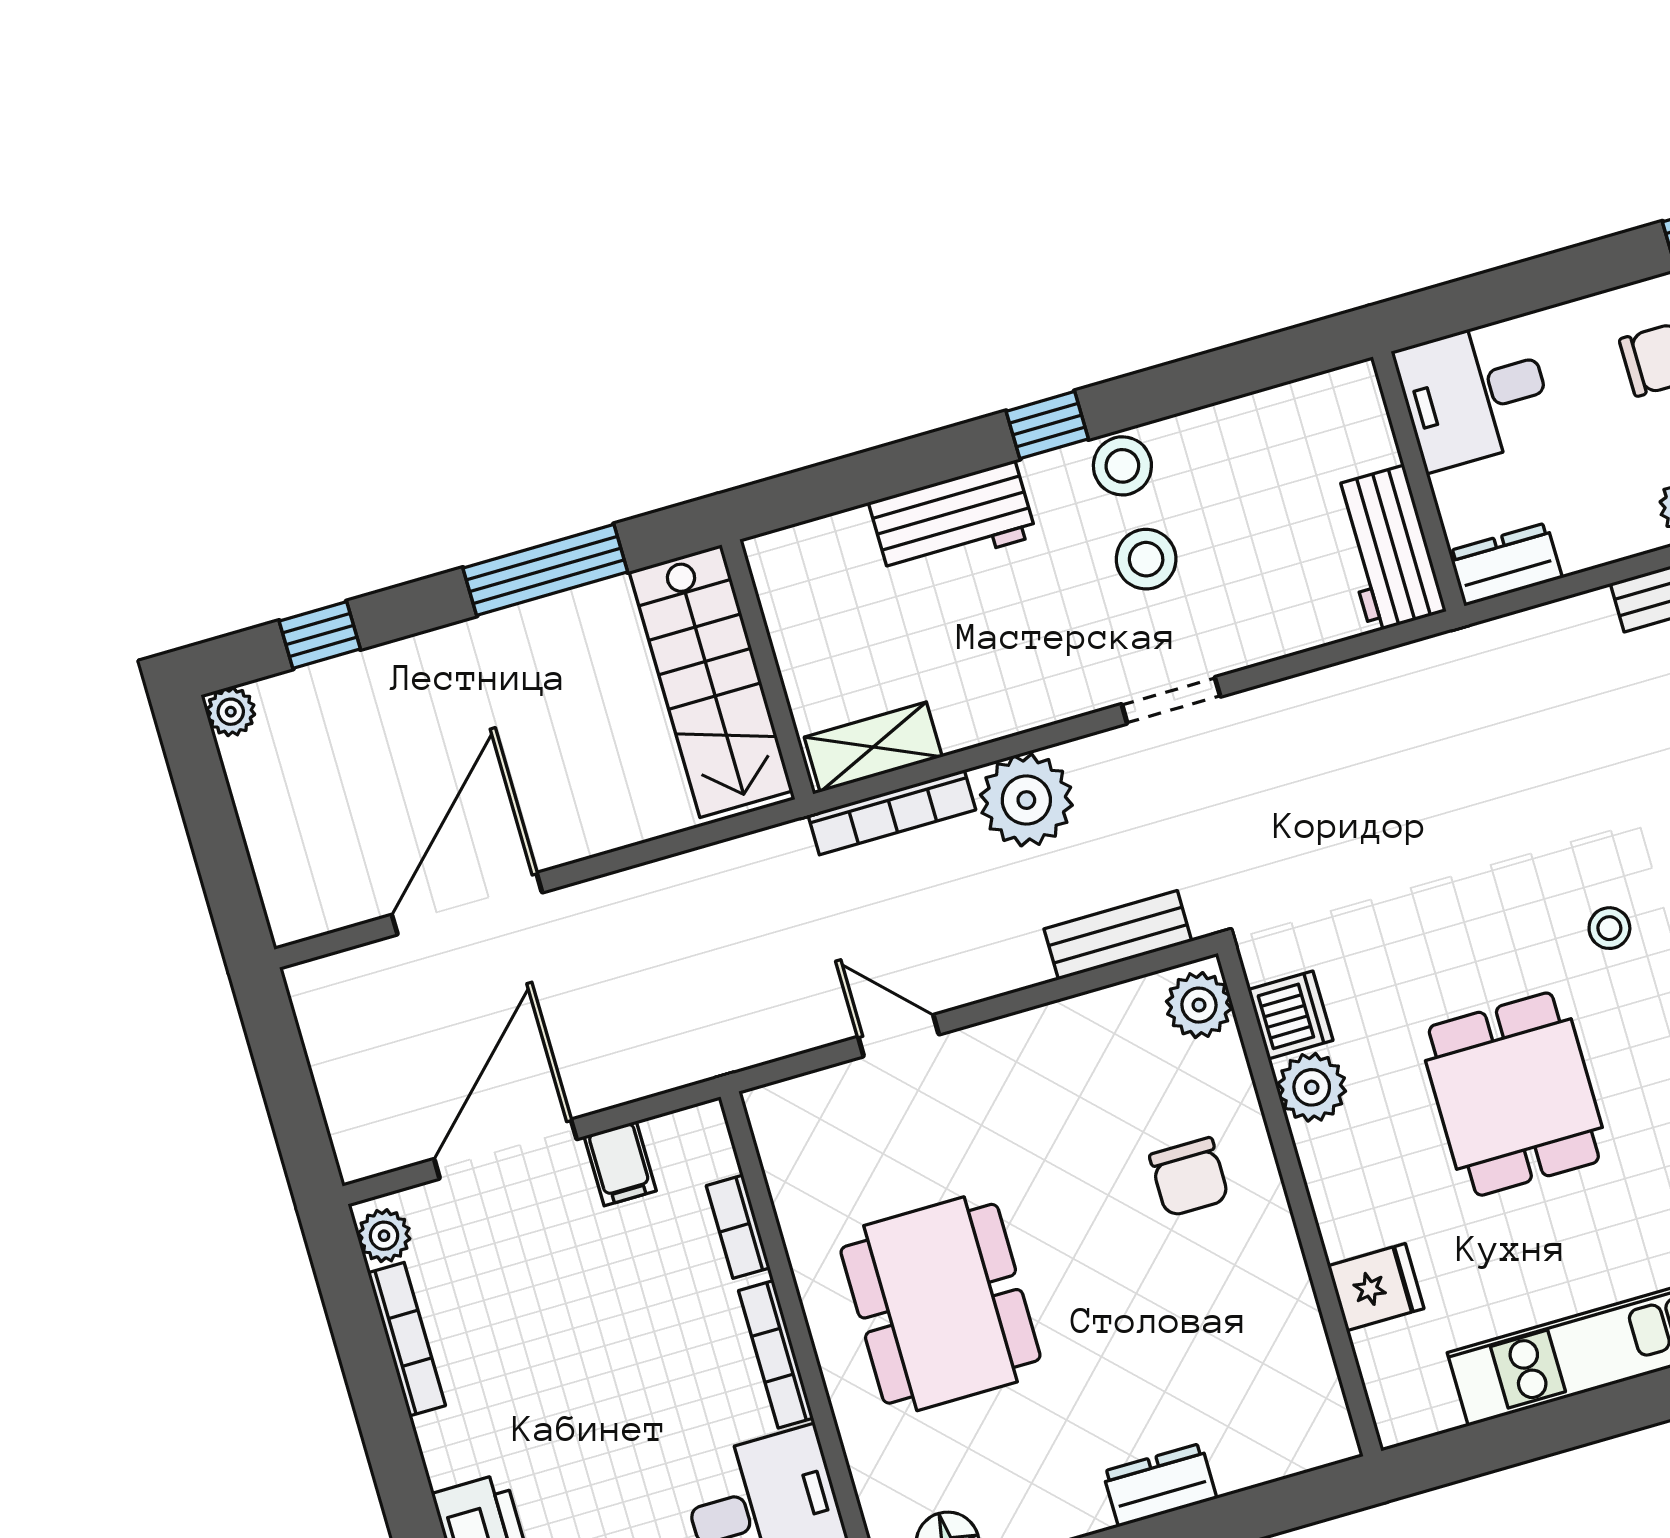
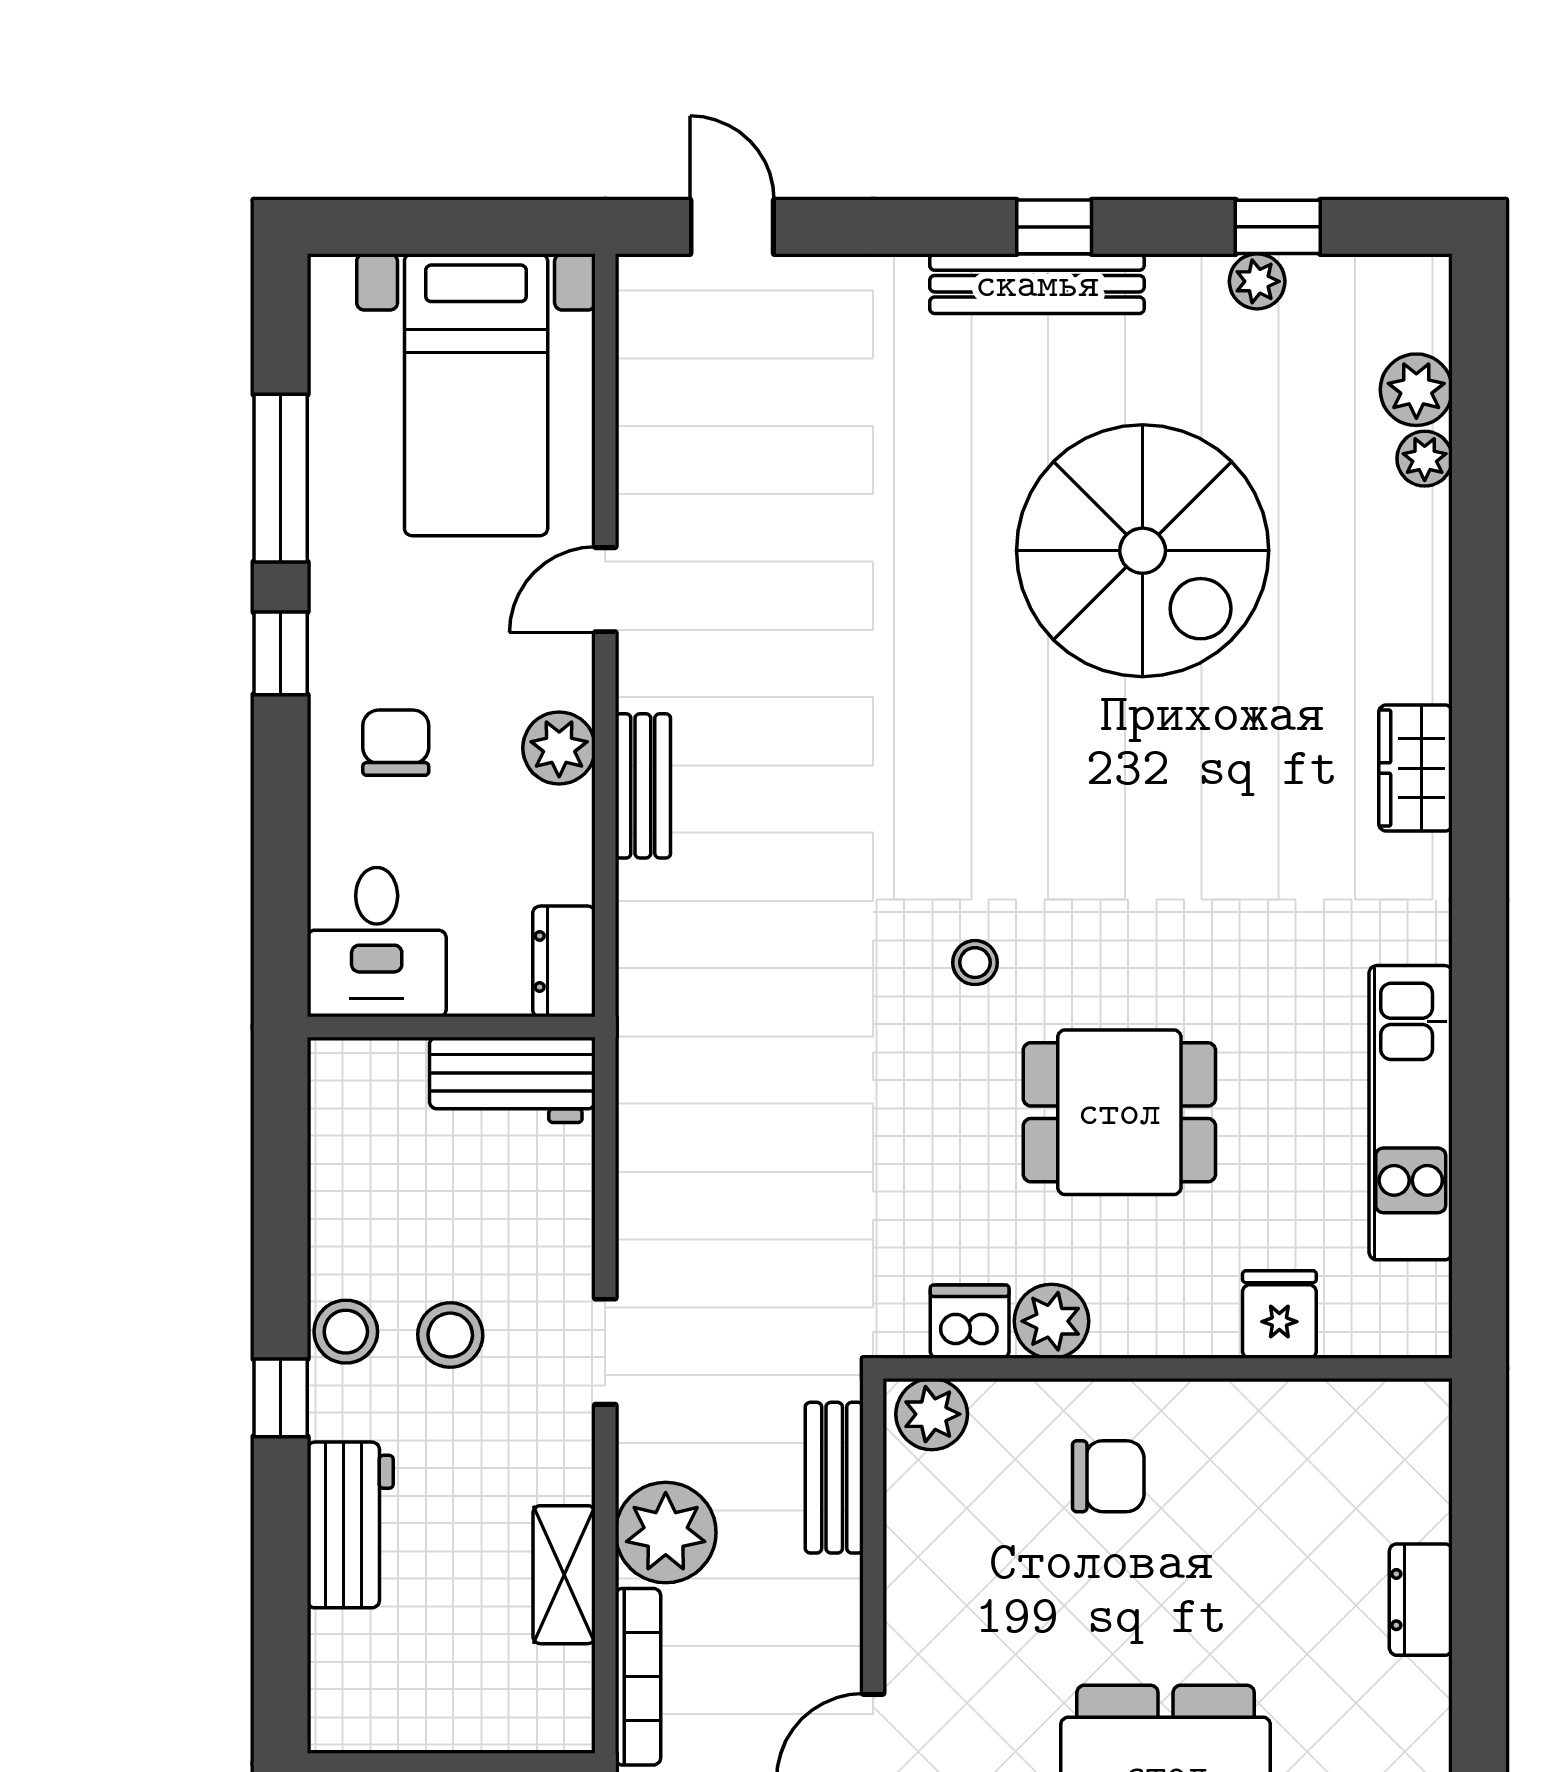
shelving: (873, 747) -> (564, 1575), moved

